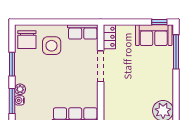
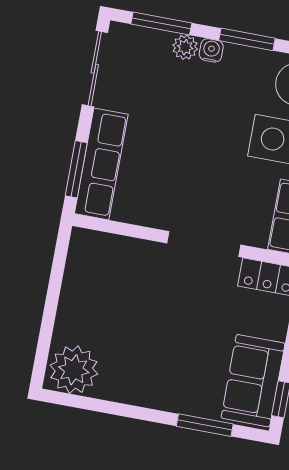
window: (176, 52) -> (205, 425), width x0.69
water cooler: (19, 100) -> (211, 50), moved

